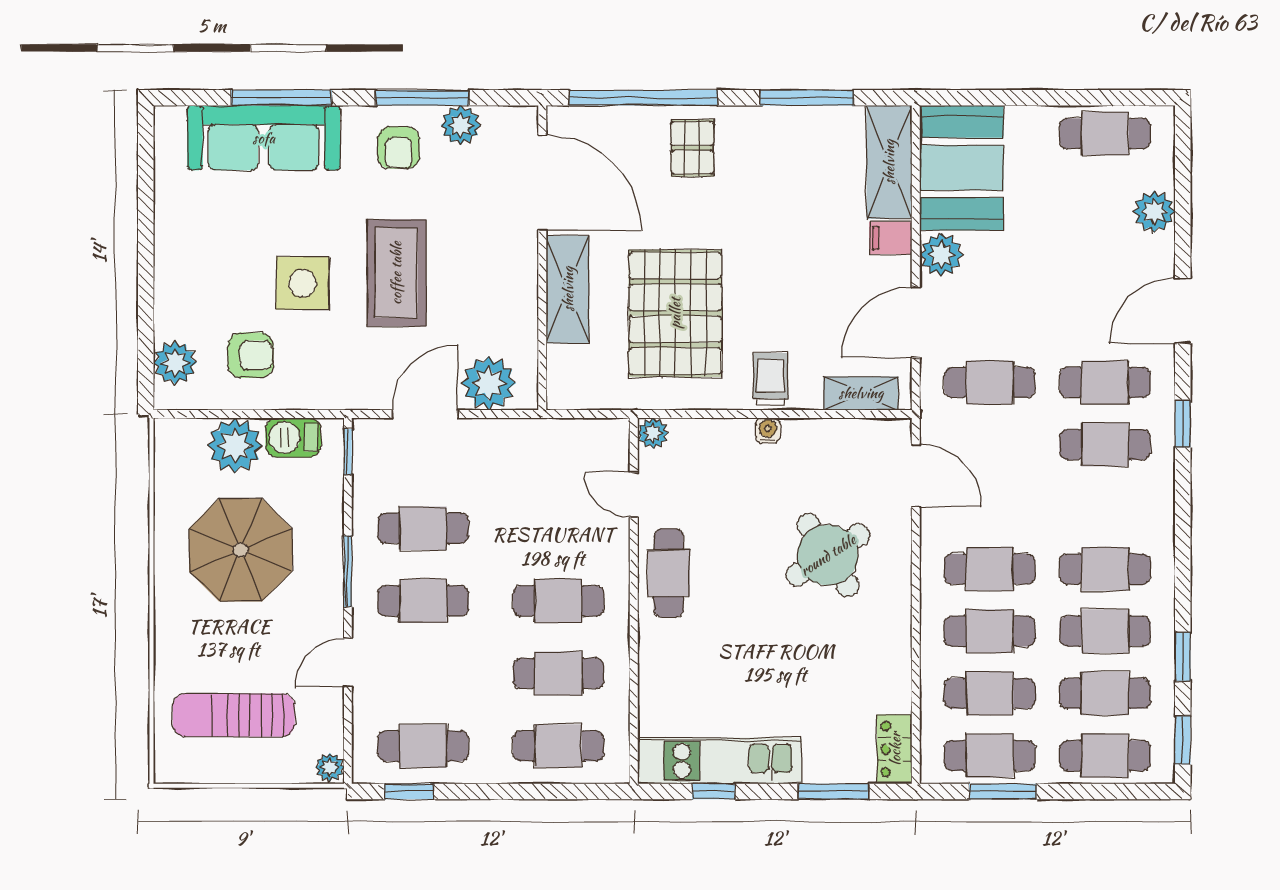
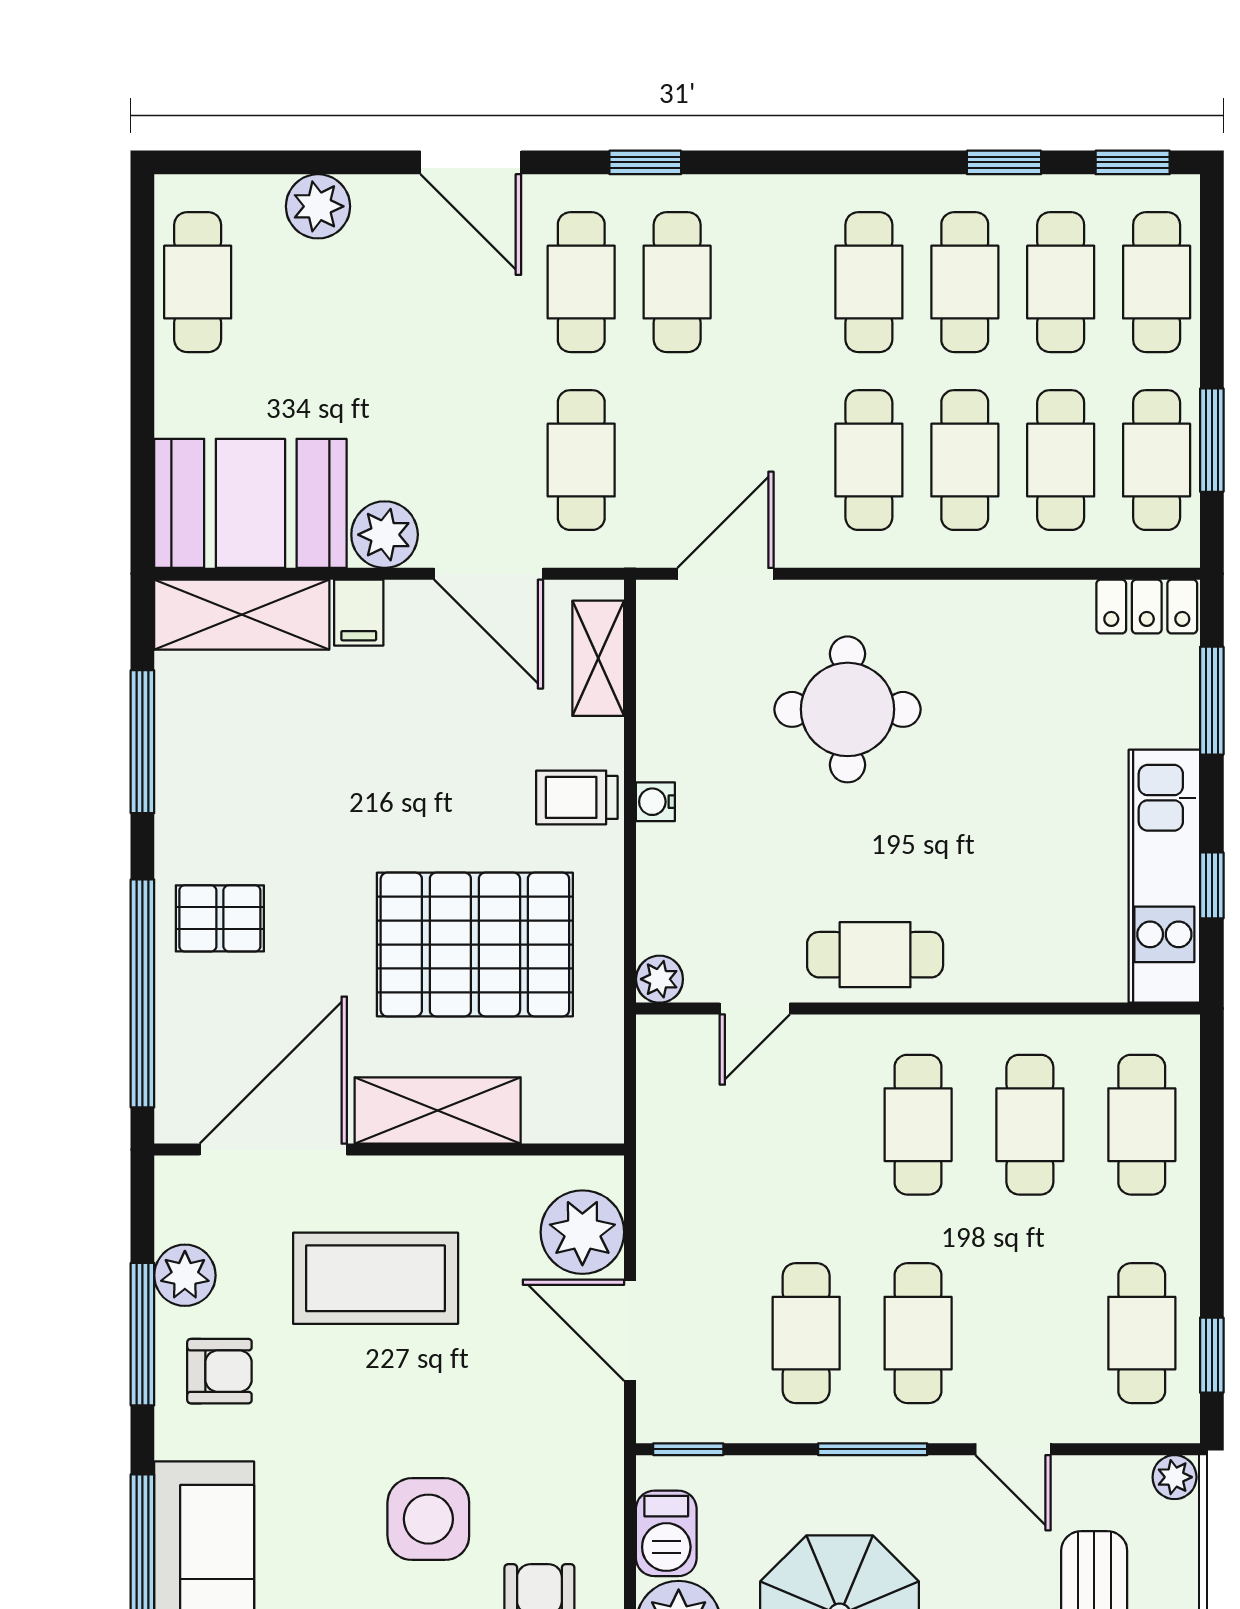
coffee table: (396, 273) -> (376, 1278), moved
round table: (828, 555) -> (848, 709), turned 33

